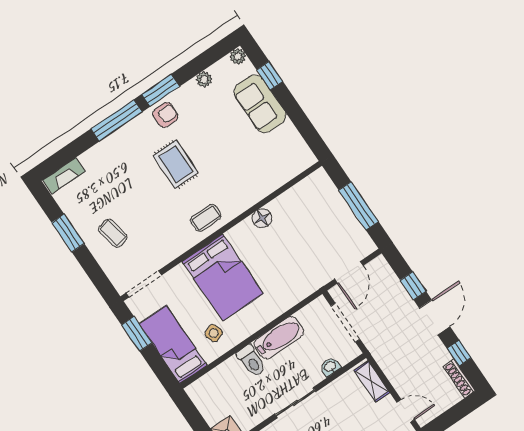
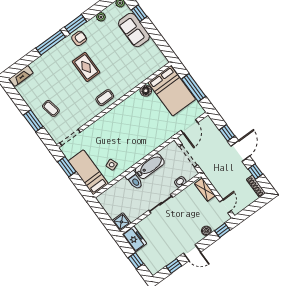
floor lamp: (262, 218) -> (146, 91), moved
window: (68, 233) -> (33, 121), moved
bed: (223, 277) -> (172, 91), moved
door: (406, 411) -> (225, 206), hinge flipped

